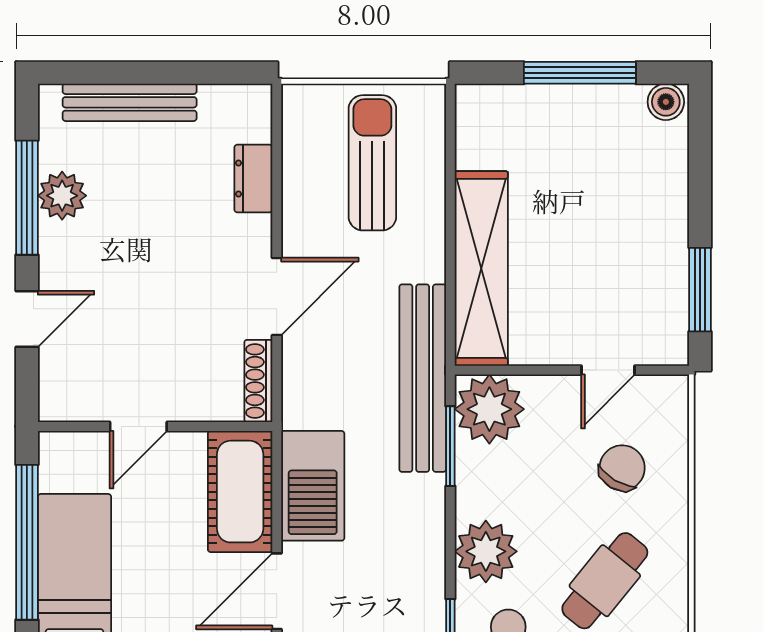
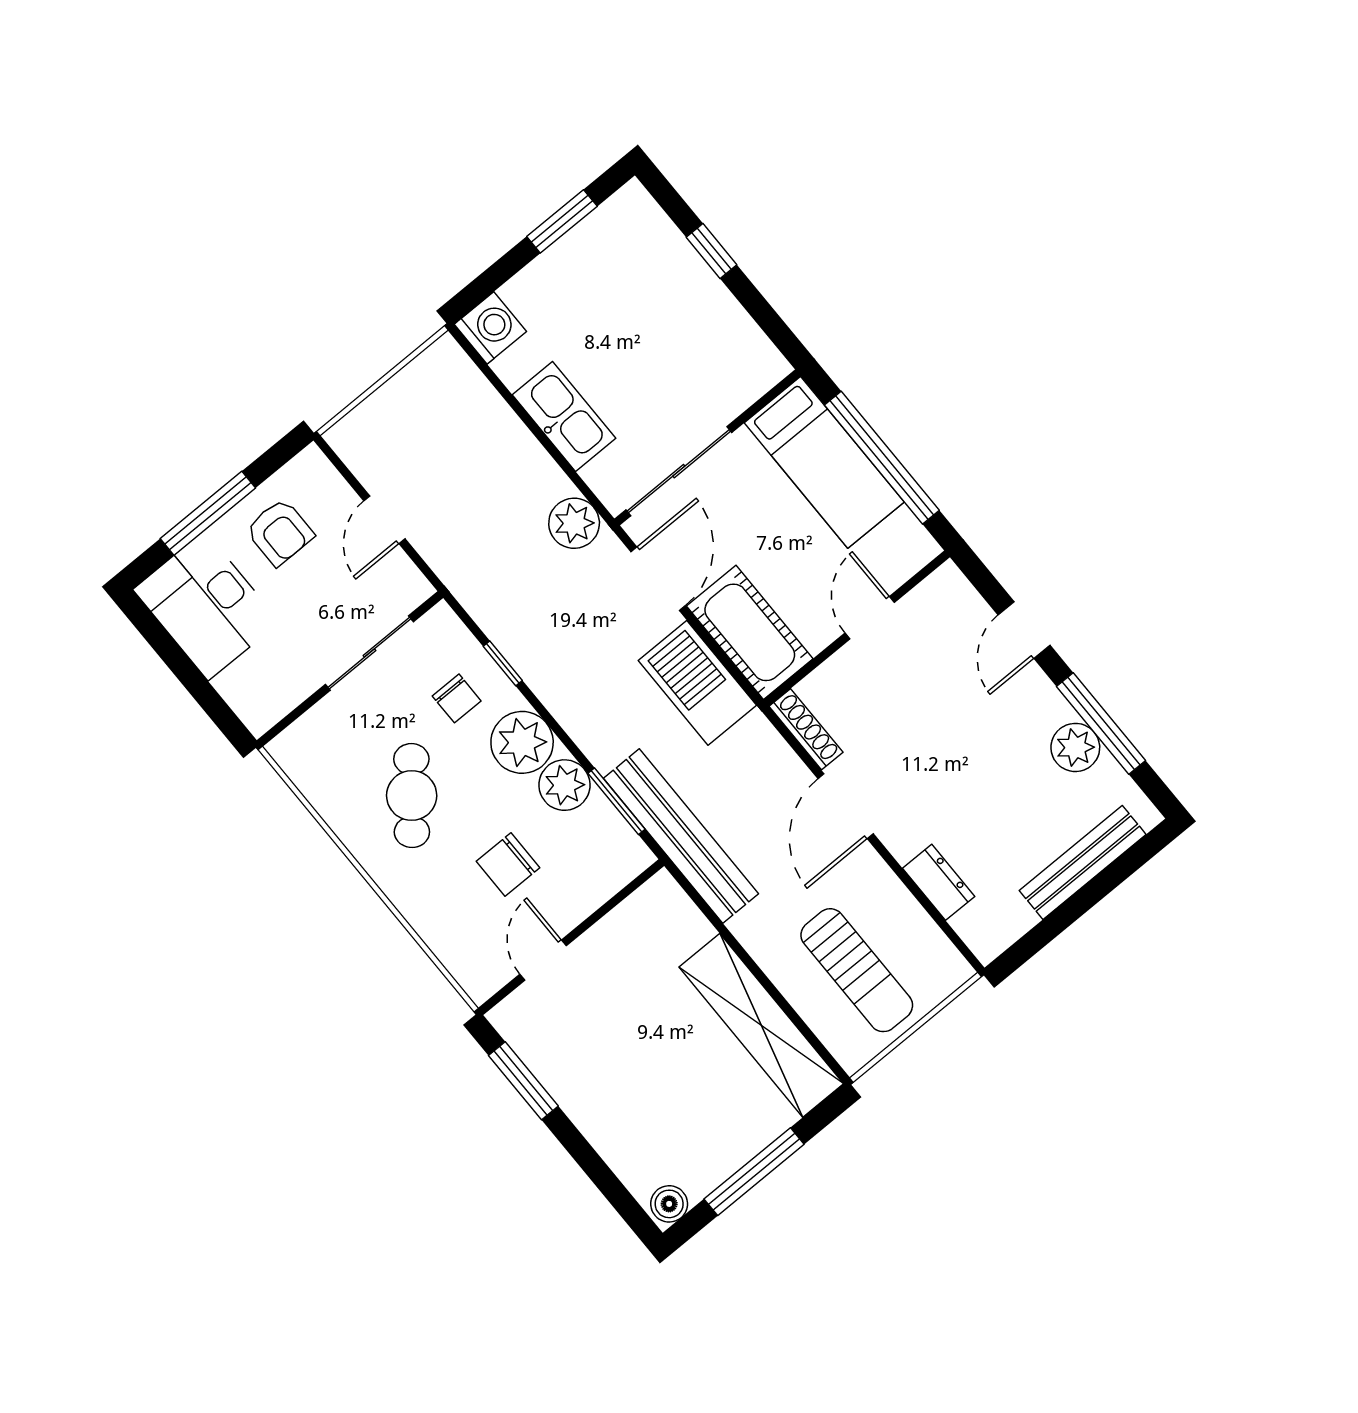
shelving: (481, 268) -> (761, 1025), moved
plant: (489, 409) -> (565, 785), moved, width x0.73, depth x0.73
chair: (622, 468) -> (508, 865), moved, turned 59

